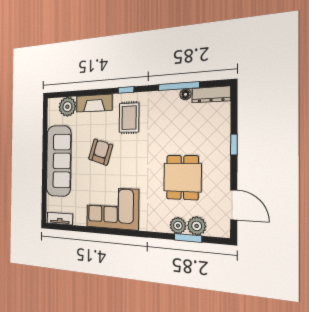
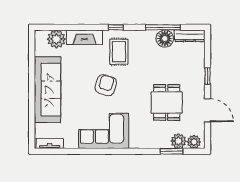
floor lamp: (186, 94) -> (165, 39), width x1.89, depth x1.89
armchair: (101, 152) -> (106, 85), moved
door: (234, 205) -> (207, 110), moved
plant: (178, 226) -> (194, 142), moved

